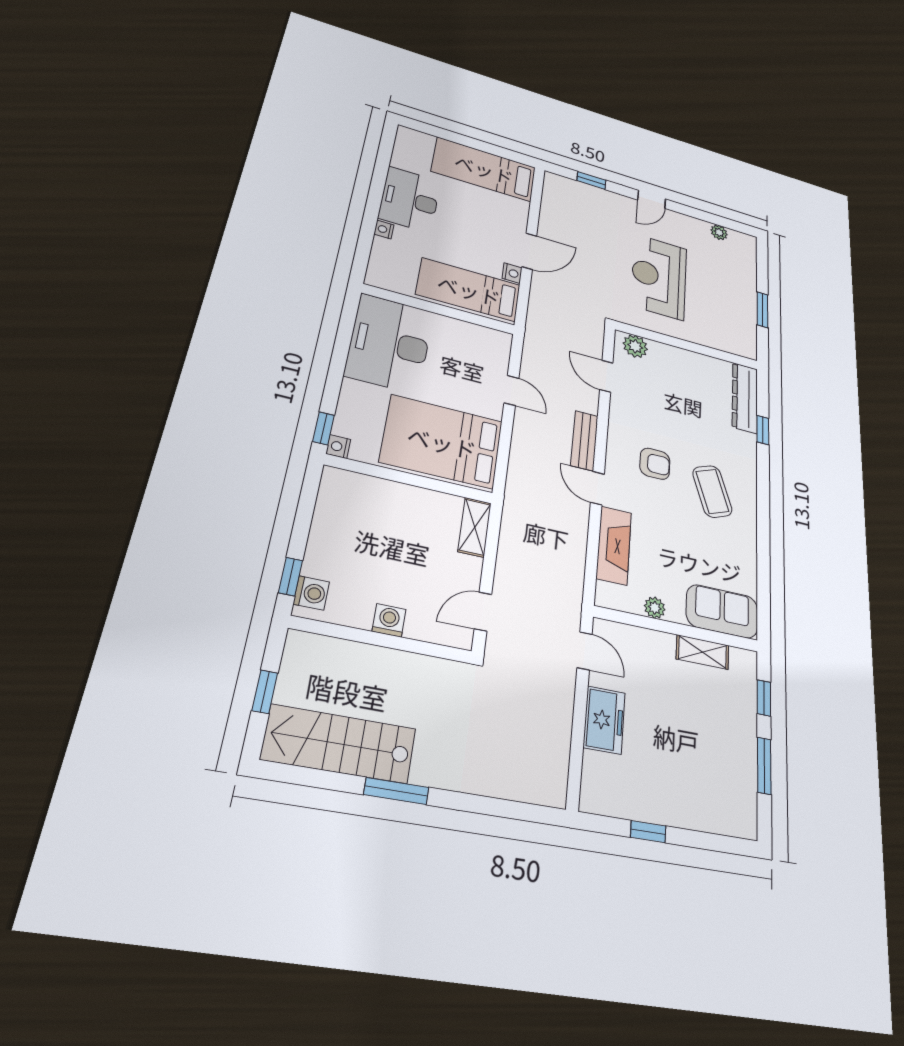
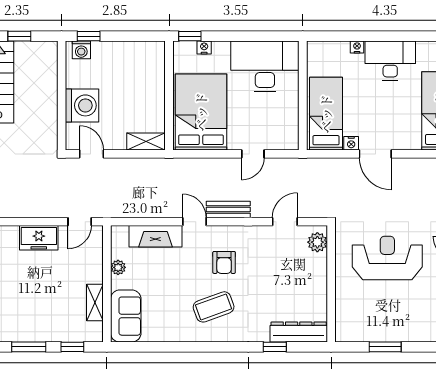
nightstand: (338, 447) -> (204, 47), moved
door: (597, 488) -> (194, 222), hinge flipped
washing machine: (389, 620) -> (82, 105), width x1.89, depth x1.89

